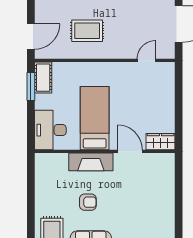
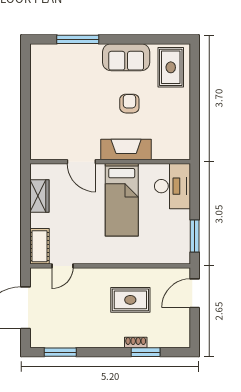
cot: (43, 78) -> (39, 246), moved
wardrobe: (161, 142) -> (39, 196), moved, turned -90
armchair: (88, 202) -> (129, 104), turned 90

